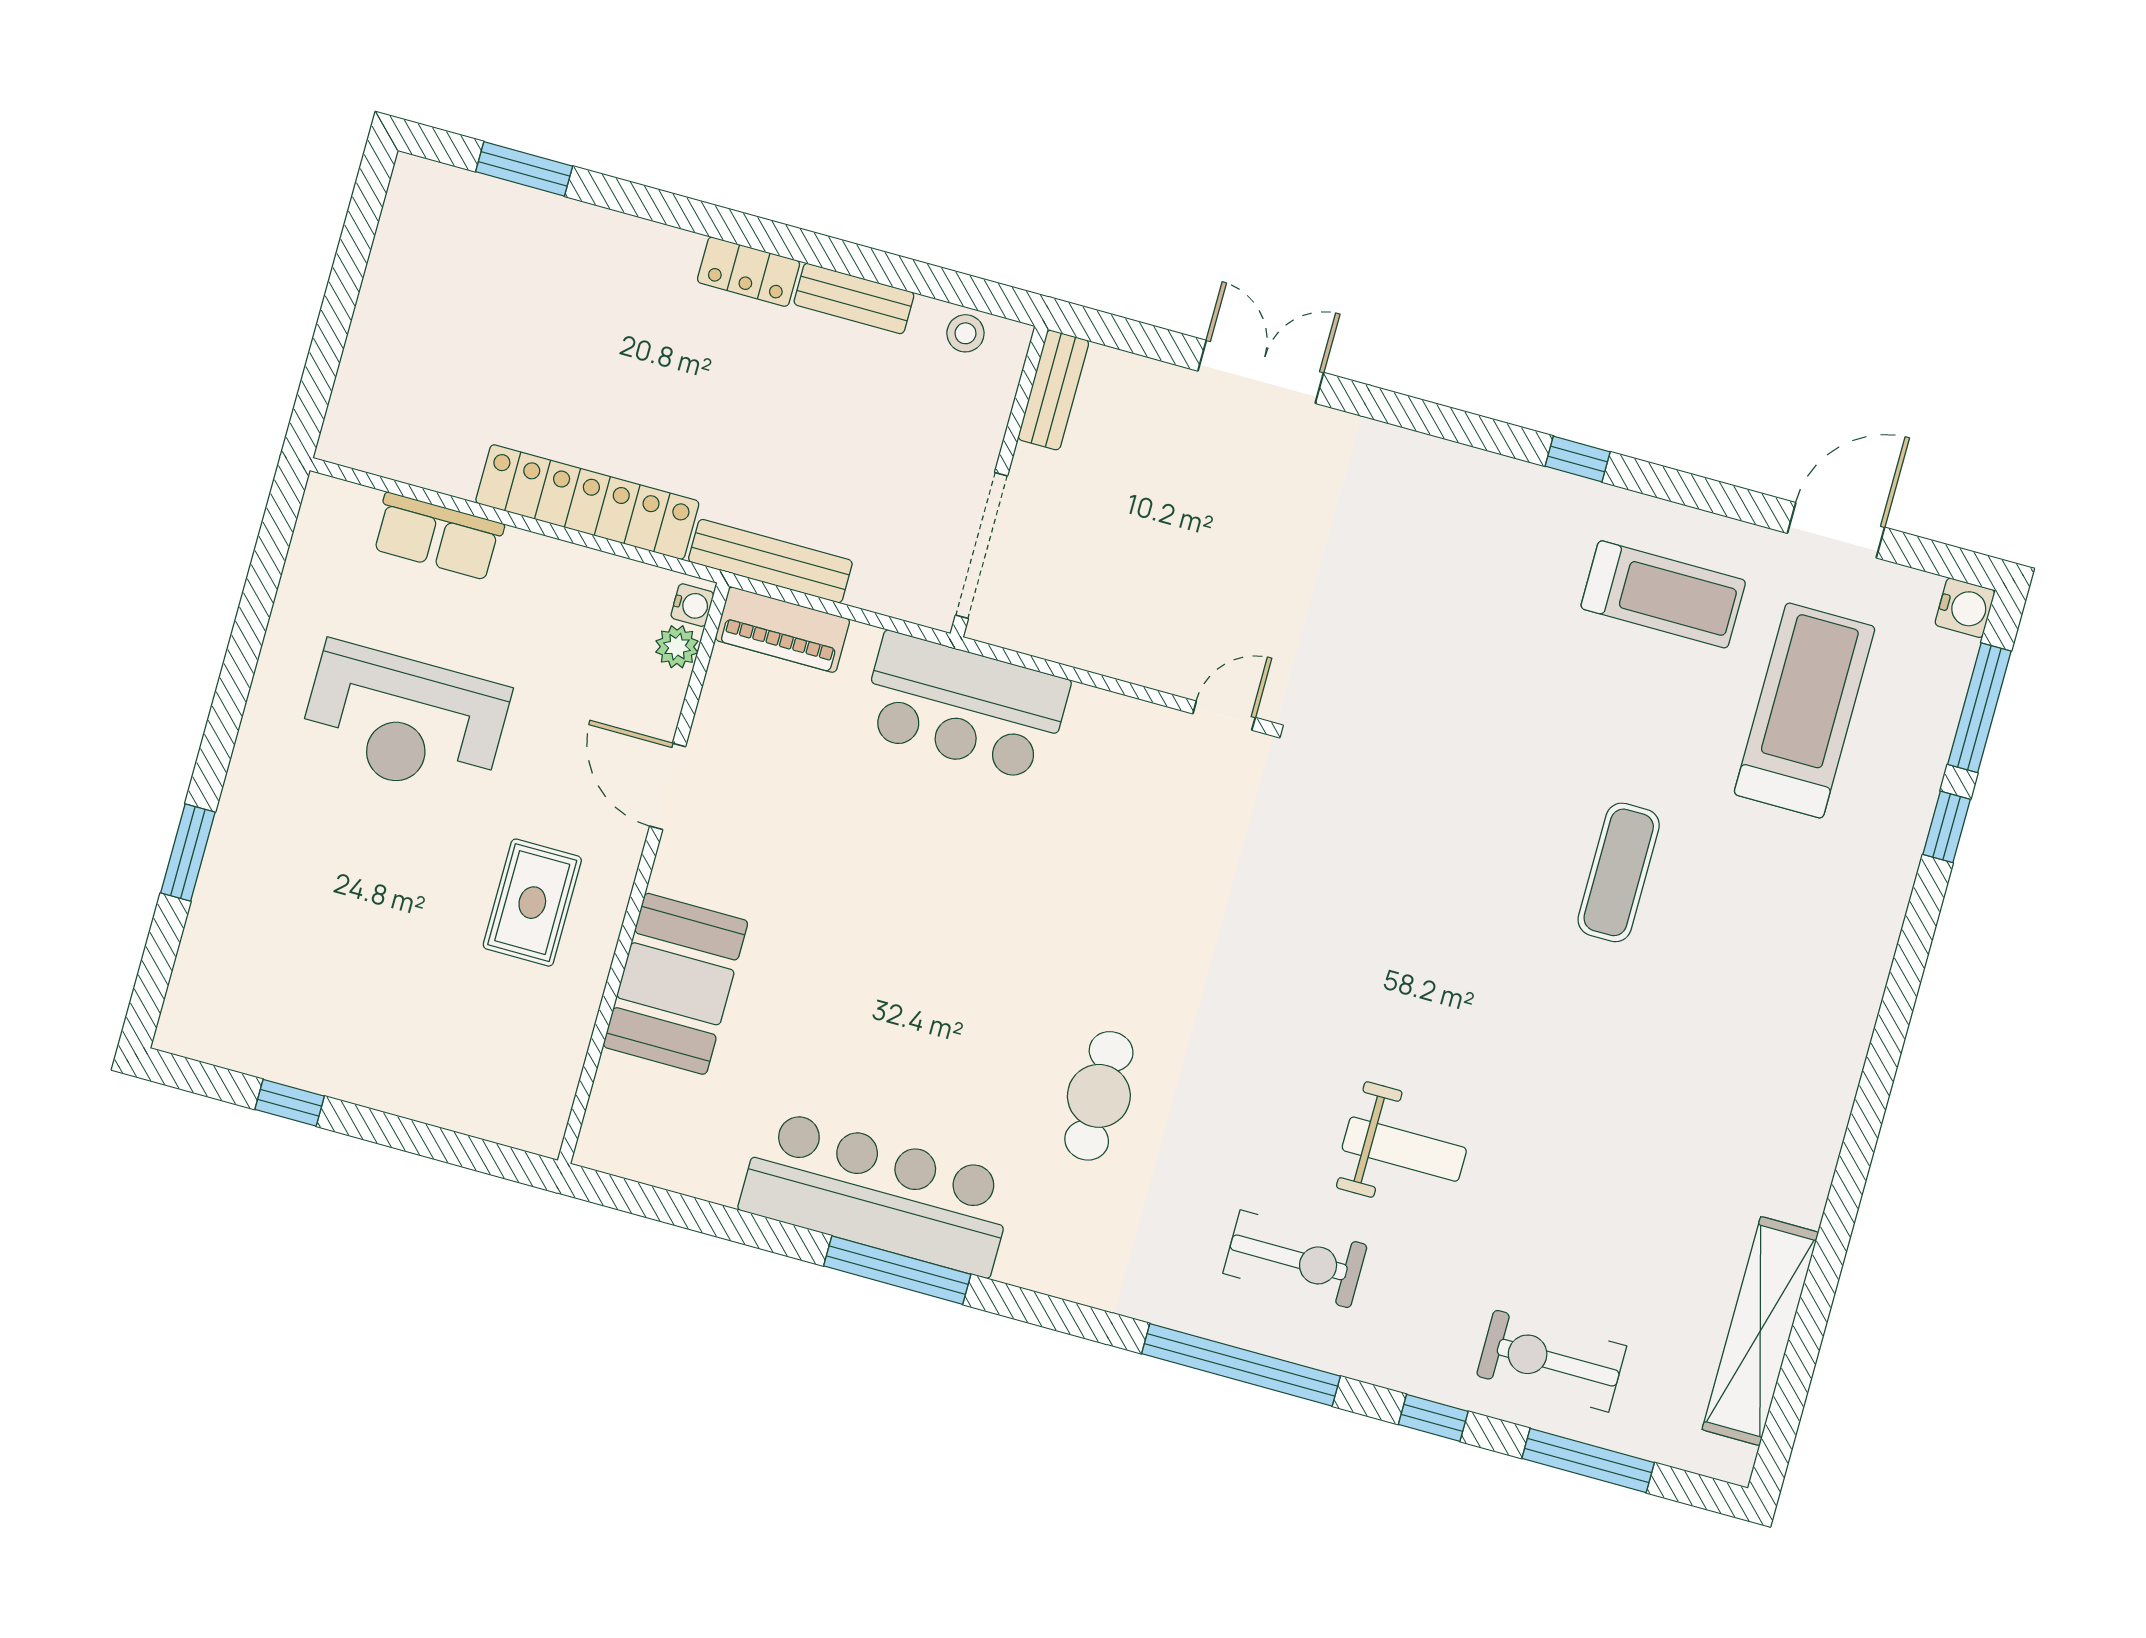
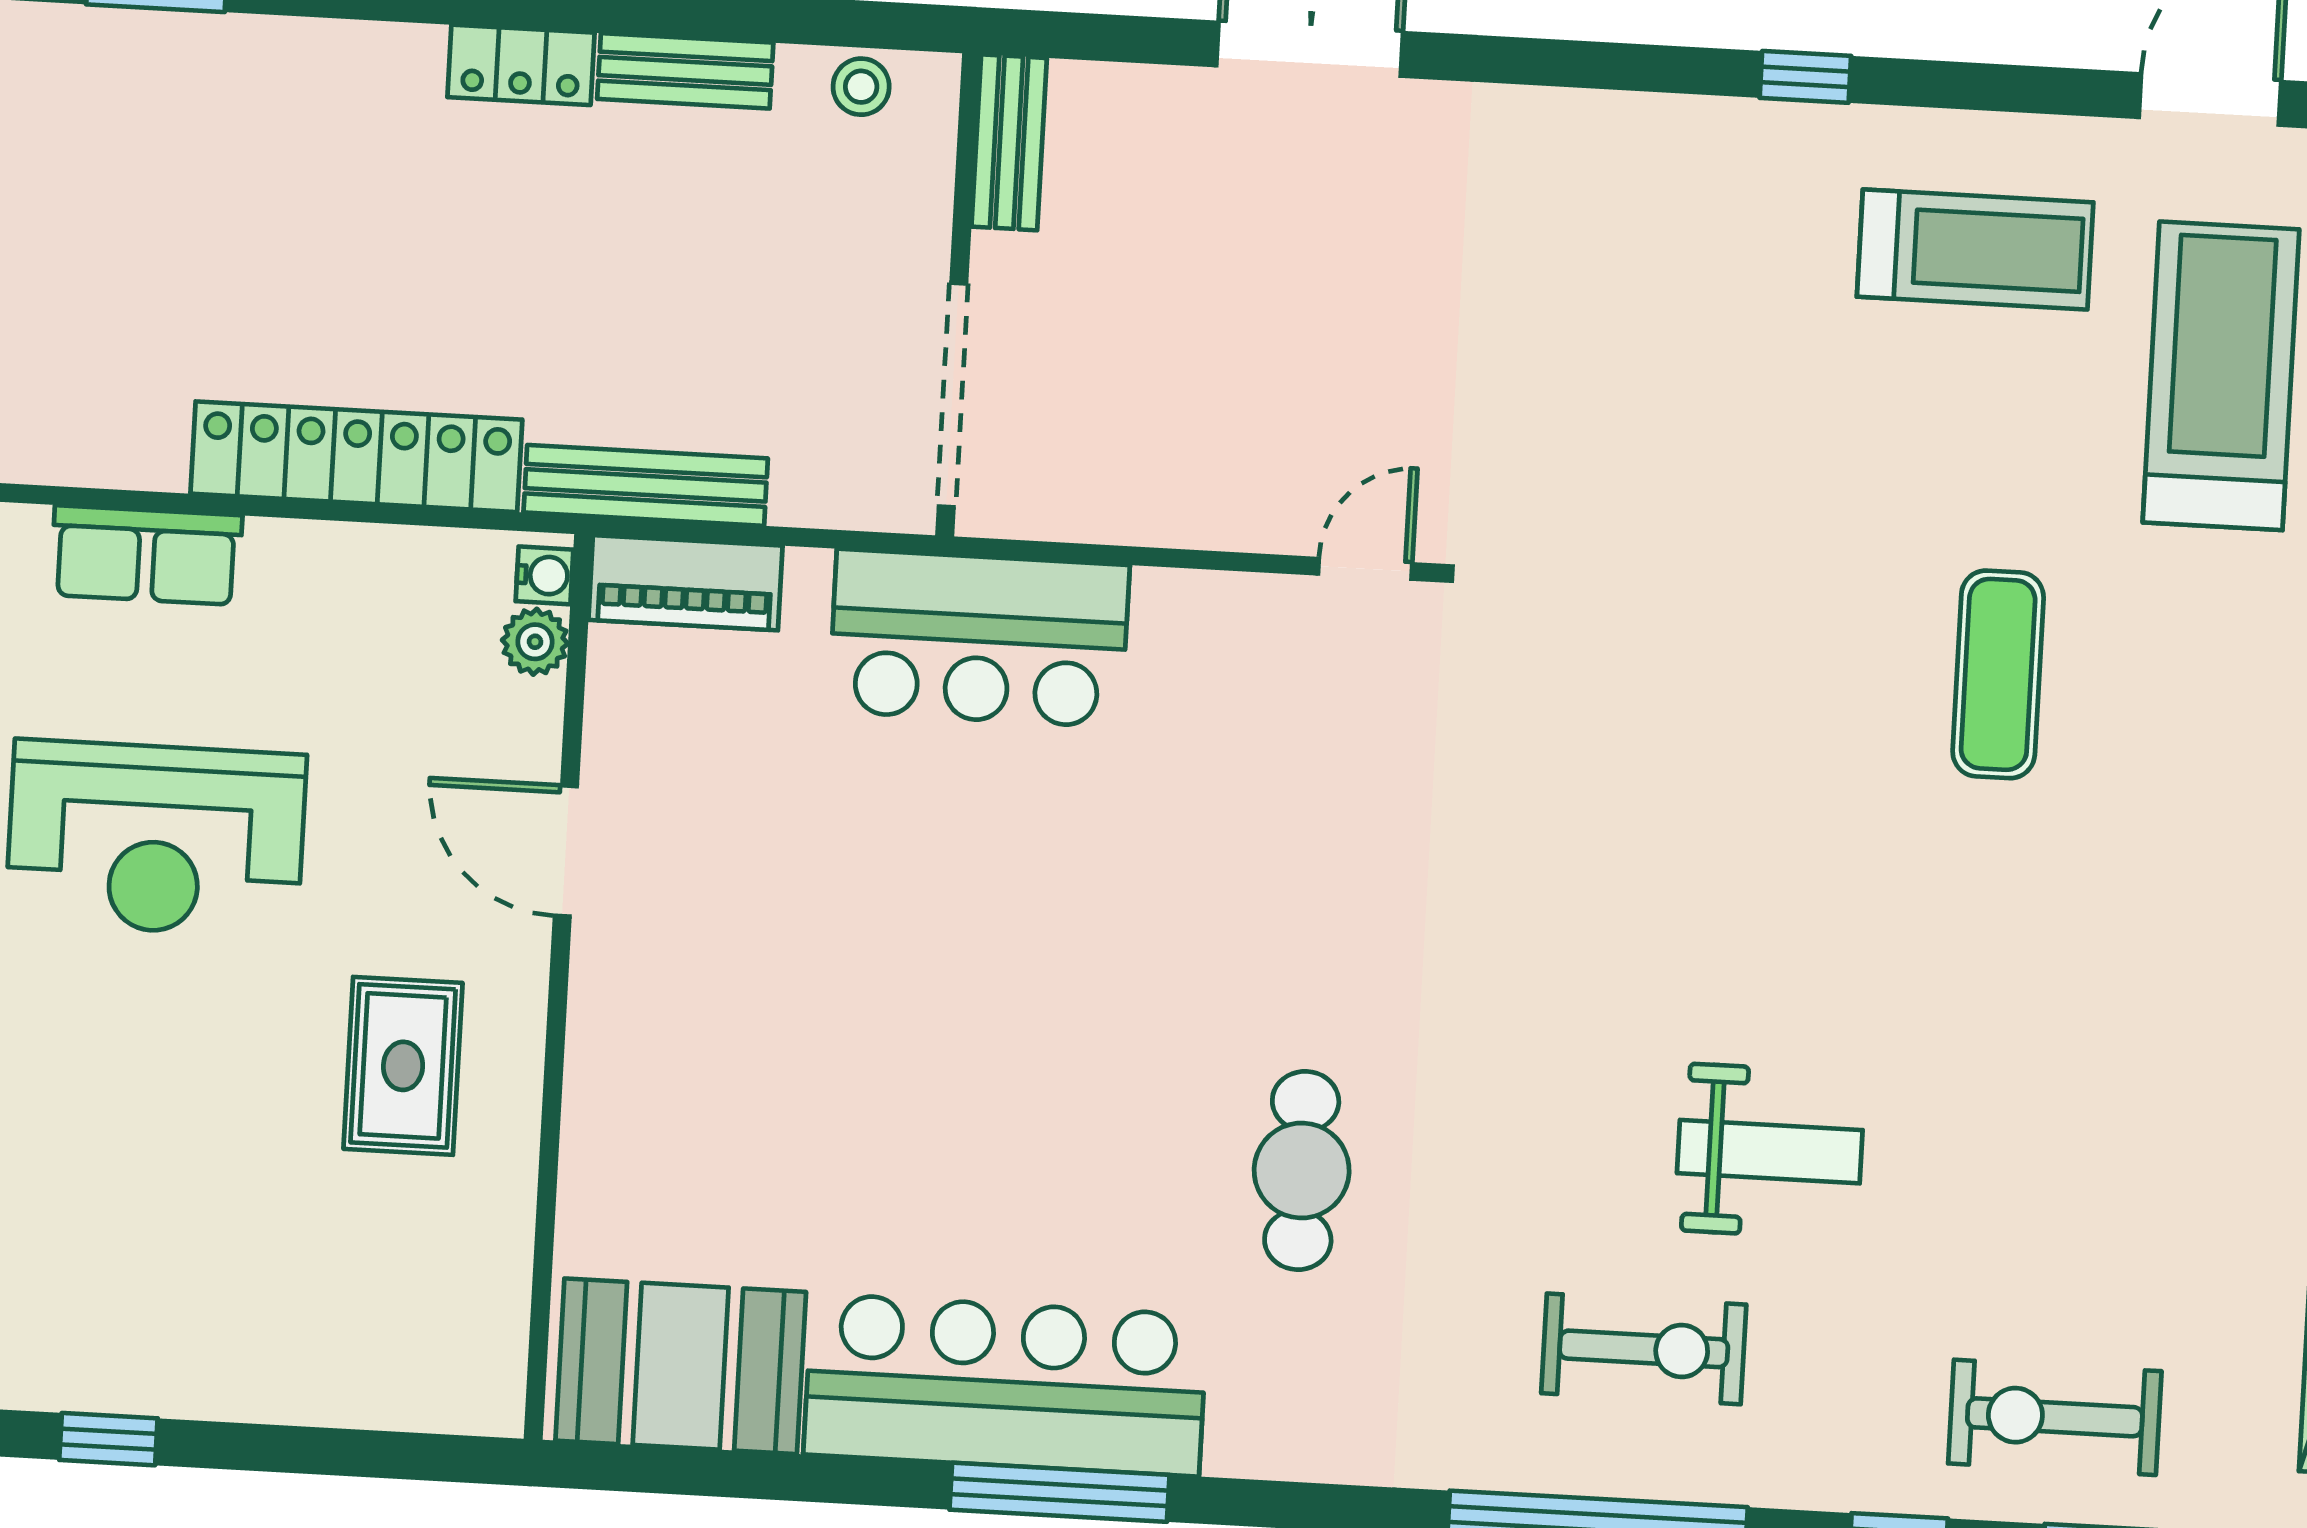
booth: (675, 984) -> (681, 1366), moved, turned 90

